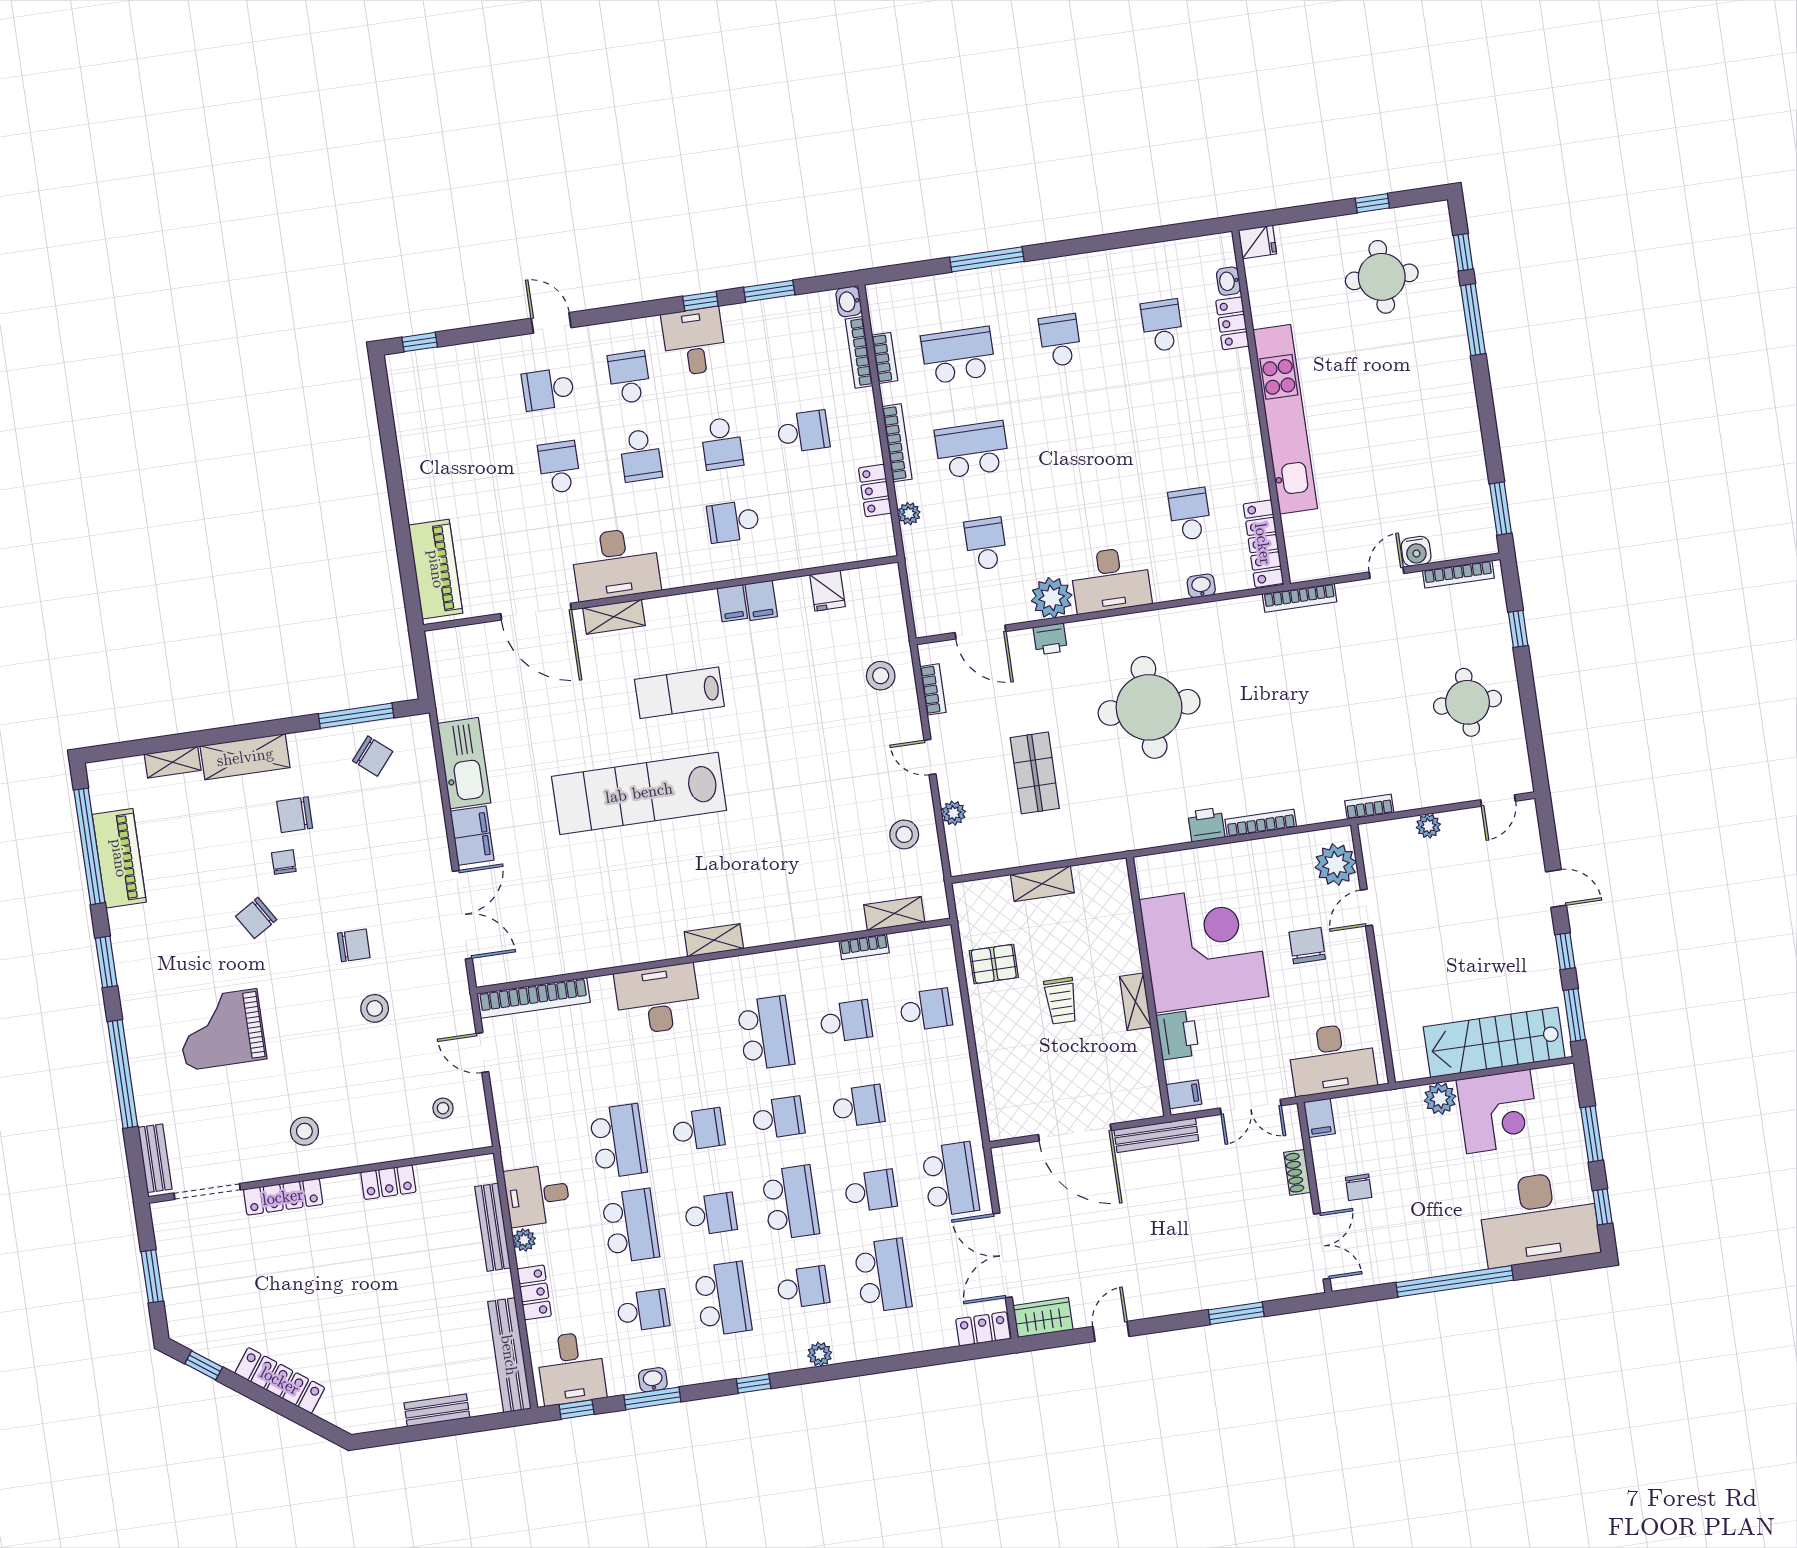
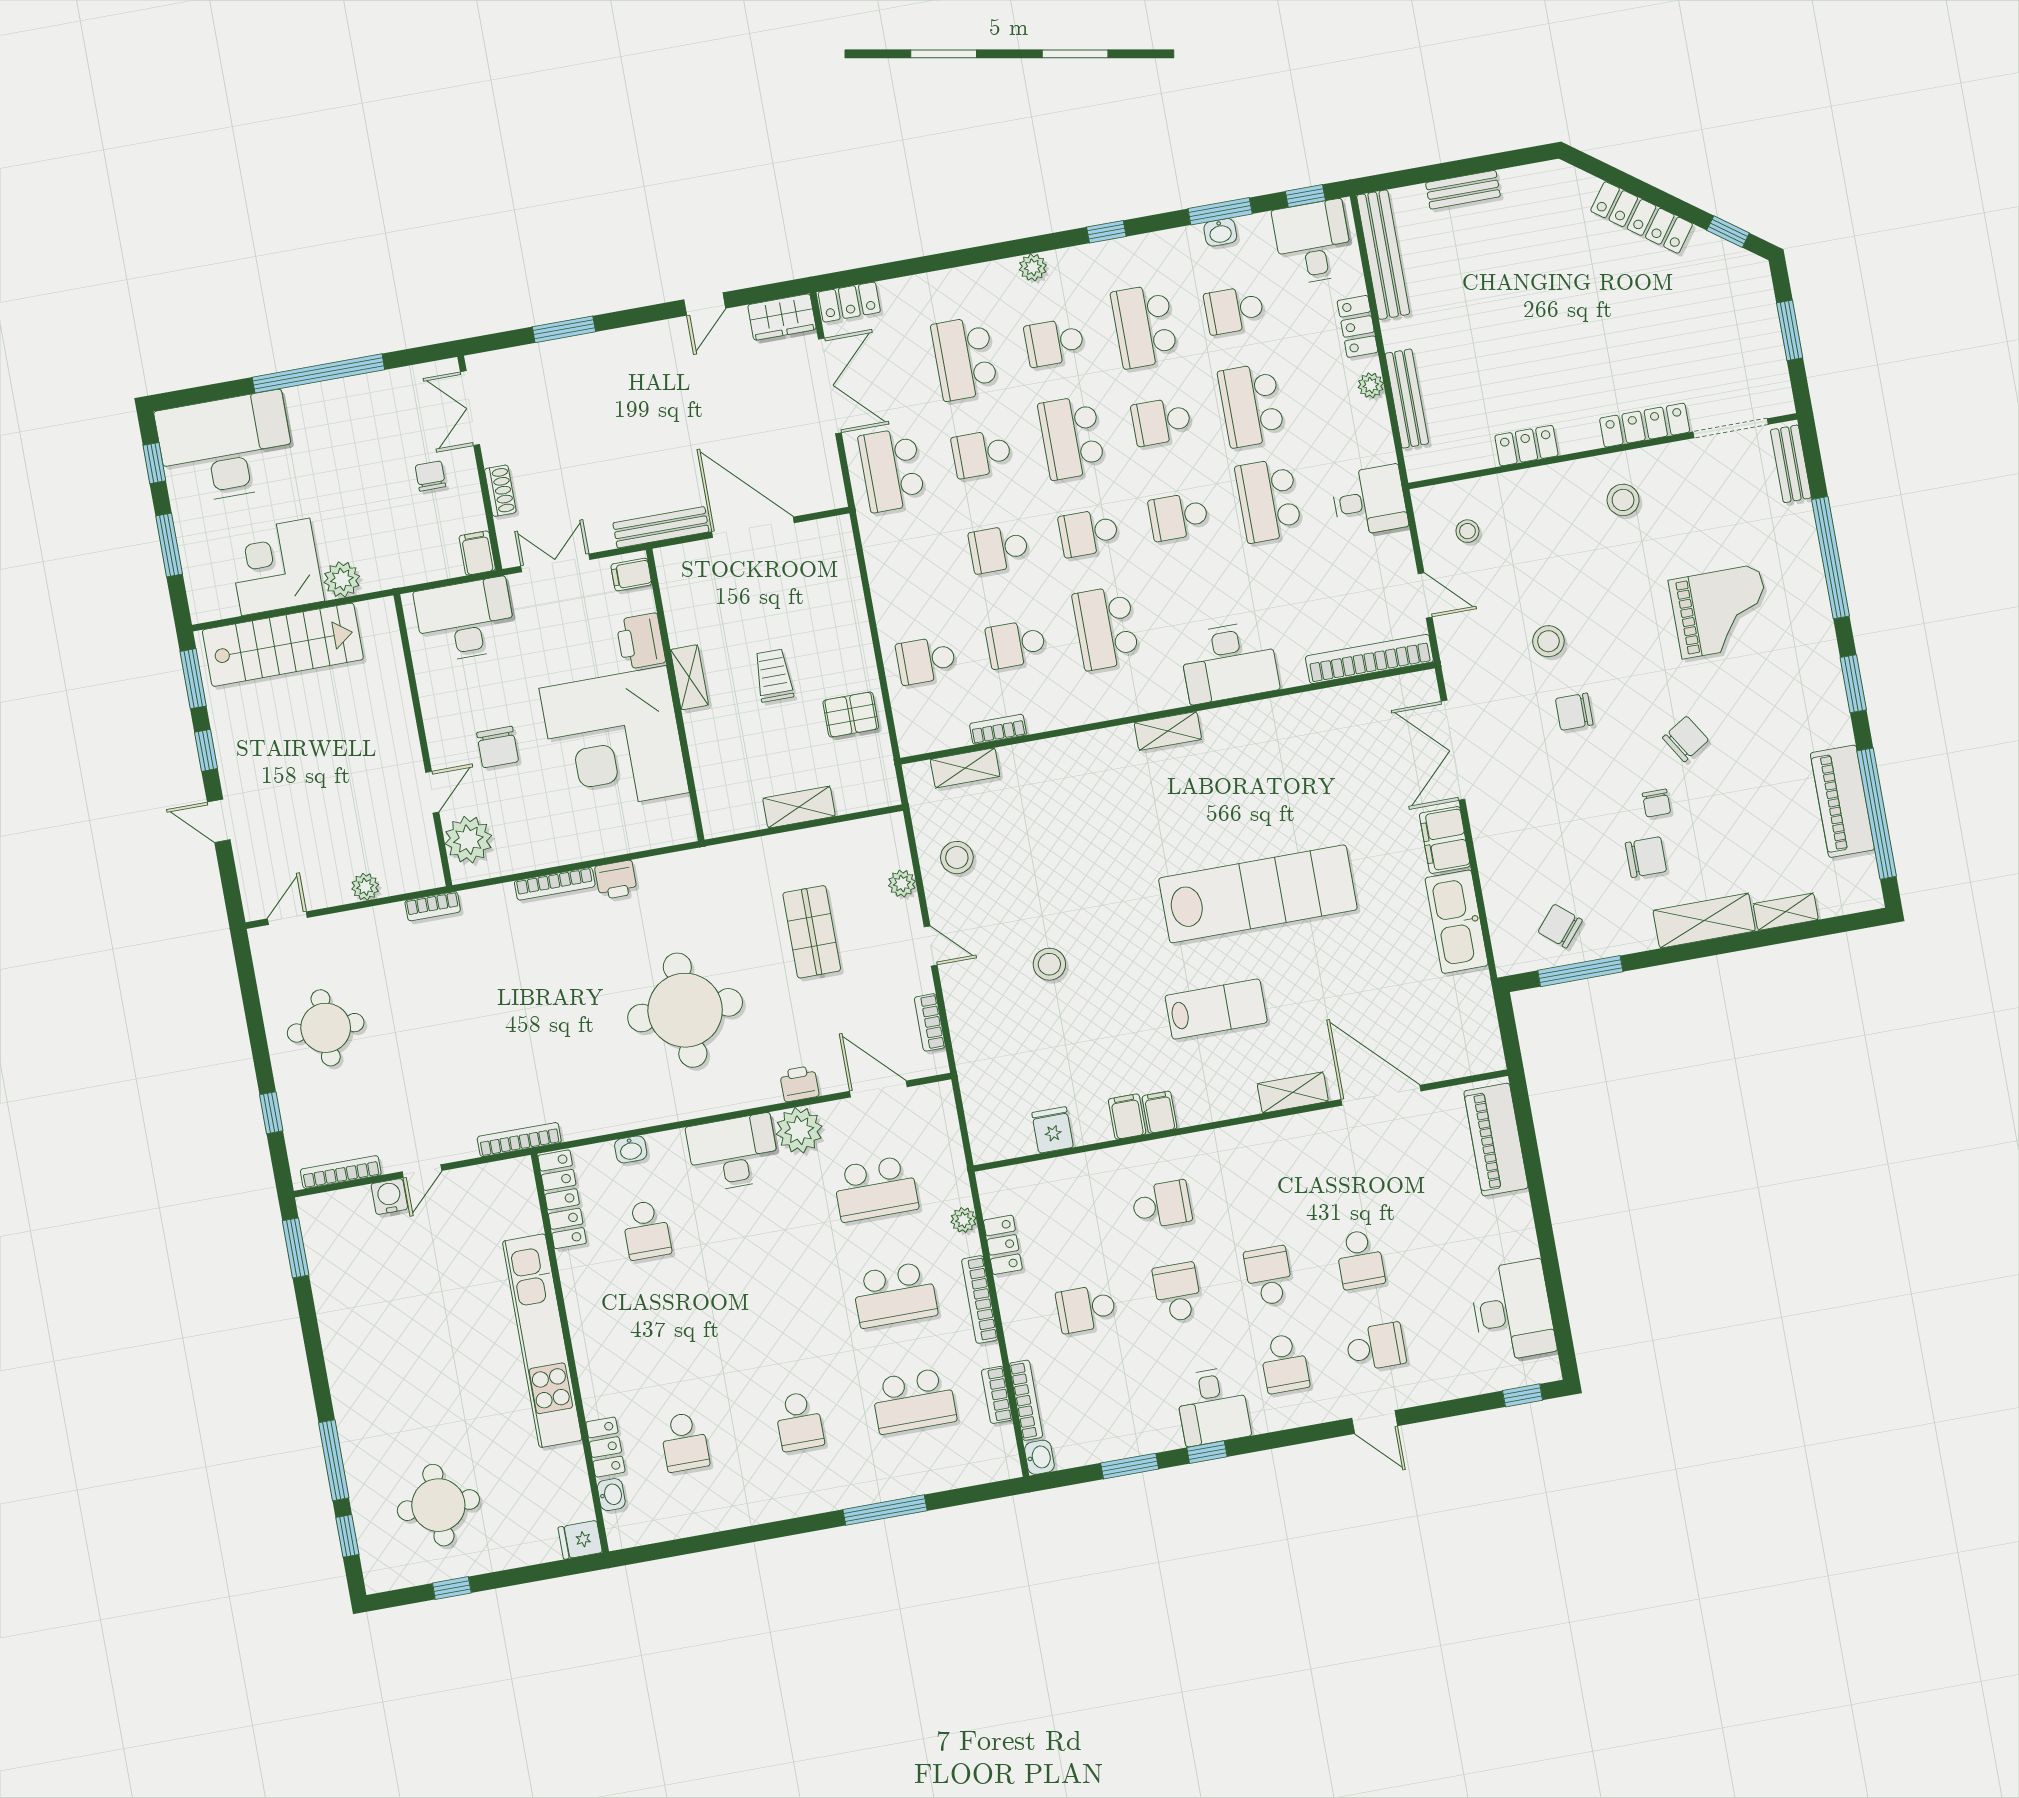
school desk: (986, 544) -> (876, 1189), width x1.85
desk: (616, 564) -> (1513, 1311), moved, turned 90
stool: (881, 676) -> (1049, 964), moved
desk: (537, 1195) -> (1369, 501), moved

